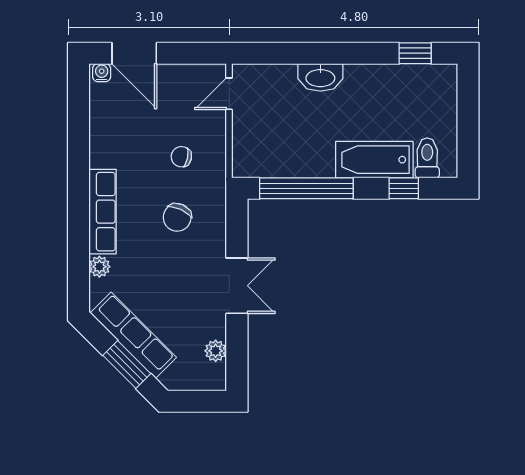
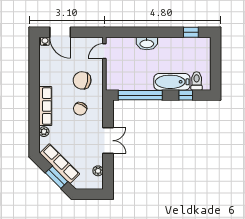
chair: (181, 157) -> (82, 80), width x1.87, depth x1.87

